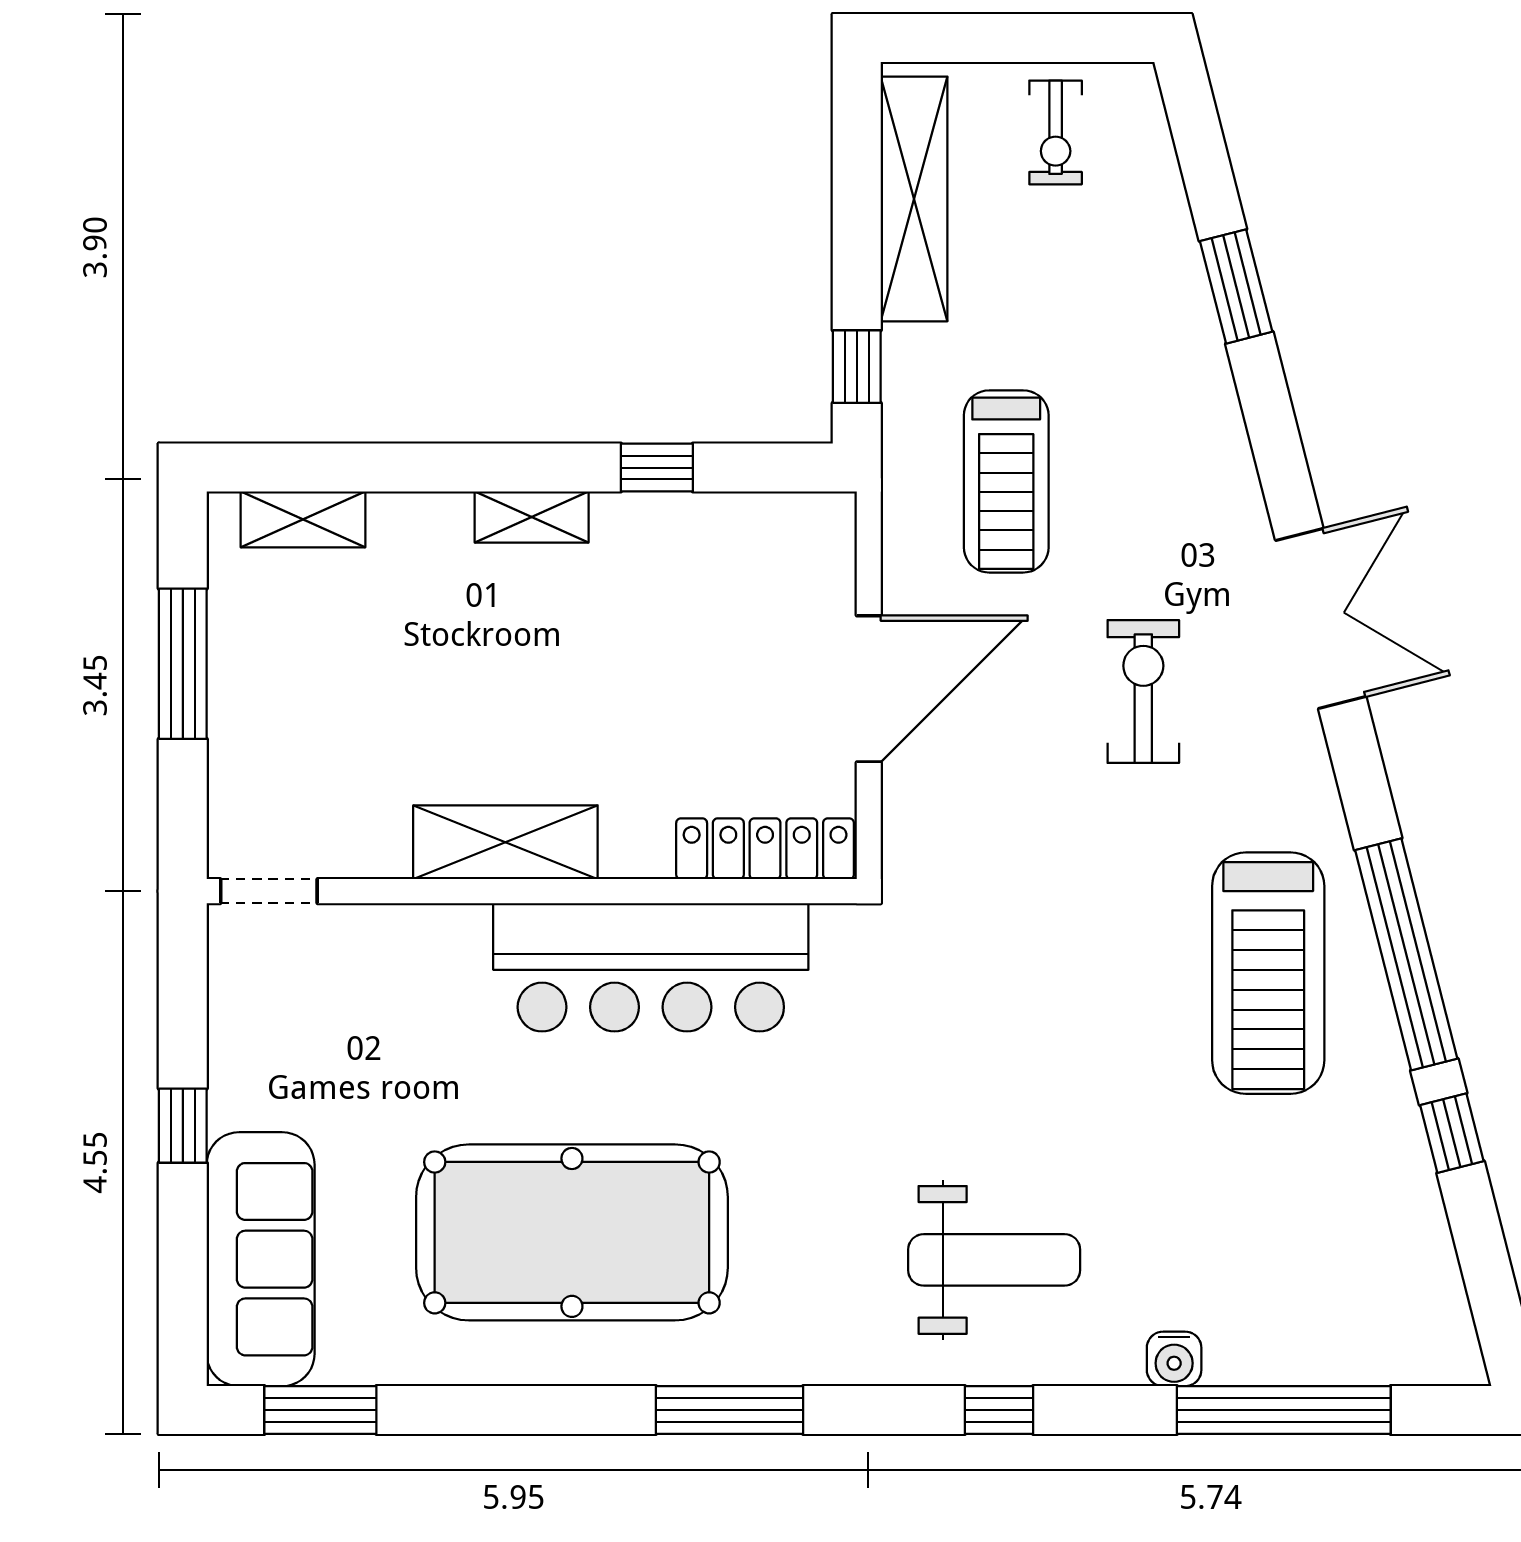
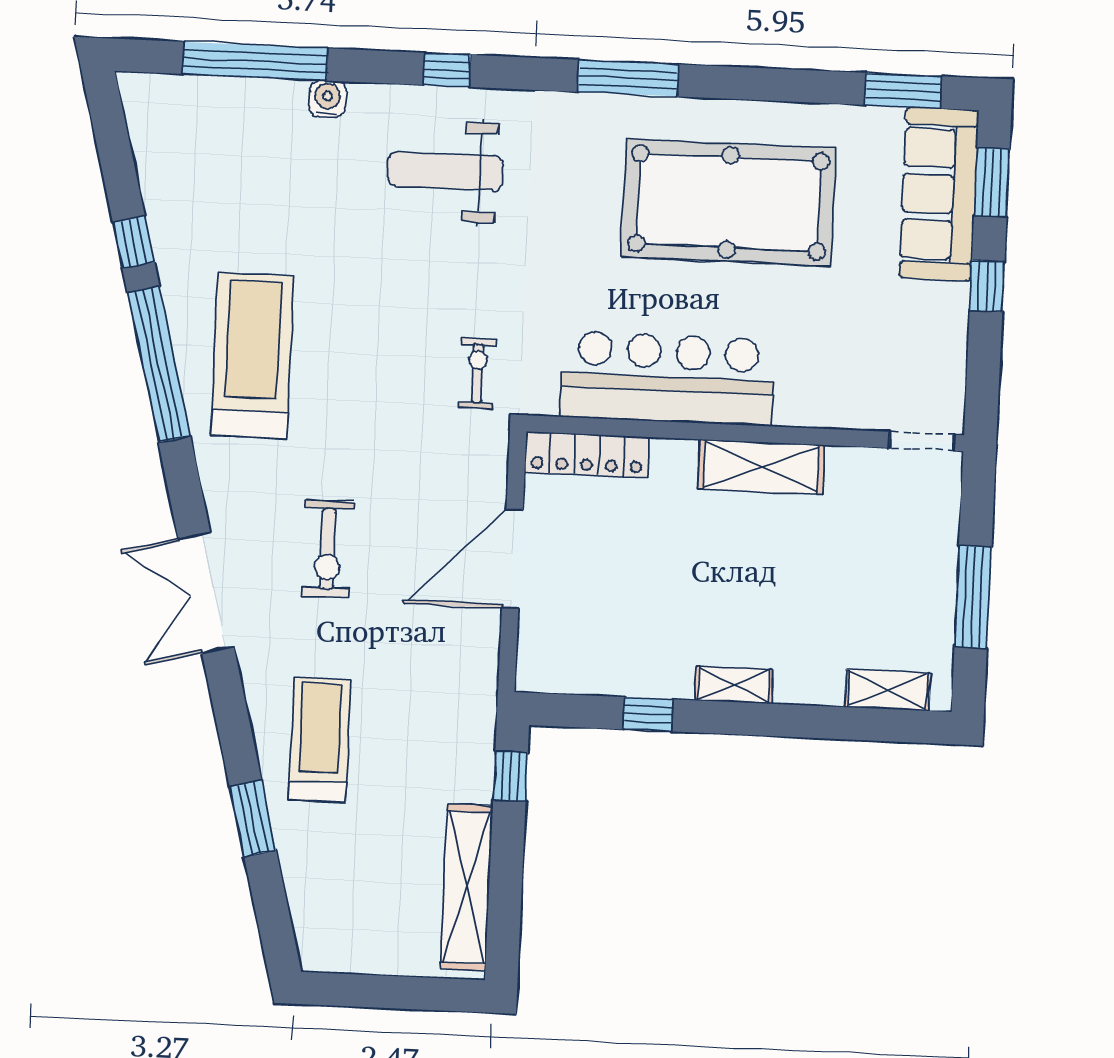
exercise bike: (1056, 132) -> (478, 373), moved
treadmill: (1006, 481) -> (320, 740), moved
window: (183, 1280) -> (992, 182), added

